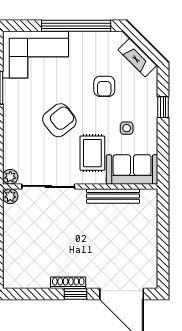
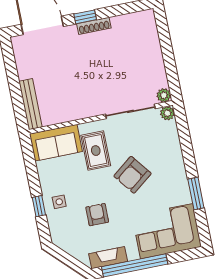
fireplace: (137, 58) -> (108, 258), moved, turned -45
side table: (127, 128) -> (59, 202), moved
bench: (113, 196) -> (31, 104), moved, turned 90

